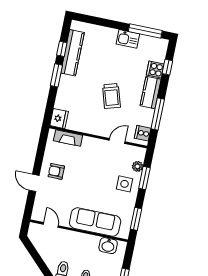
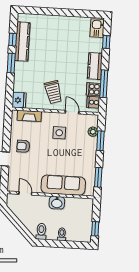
window: (145, 31) -> (83, 14), removed
kitchen sink: (128, 39) -> (97, 28), moved, turned 90
cooker: (155, 70) -> (93, 89), moved
trolley: (111, 96) -> (53, 92), moved
door: (117, 141) -> (72, 112), hinge flipped
side table: (124, 184) -> (59, 133), moved
washbasin: (108, 246) -> (57, 203), moved

